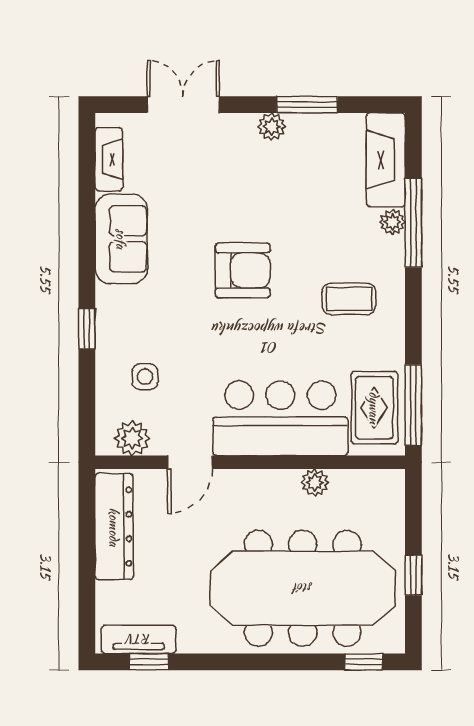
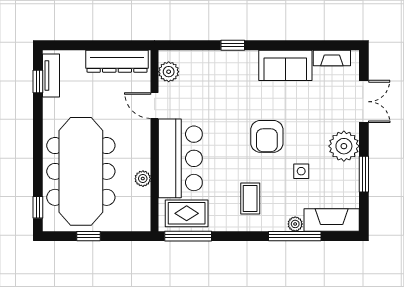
plant: (271, 127) -> (344, 146), width x1.88, depth x1.88
side table: (145, 377) -> (301, 171), moved

